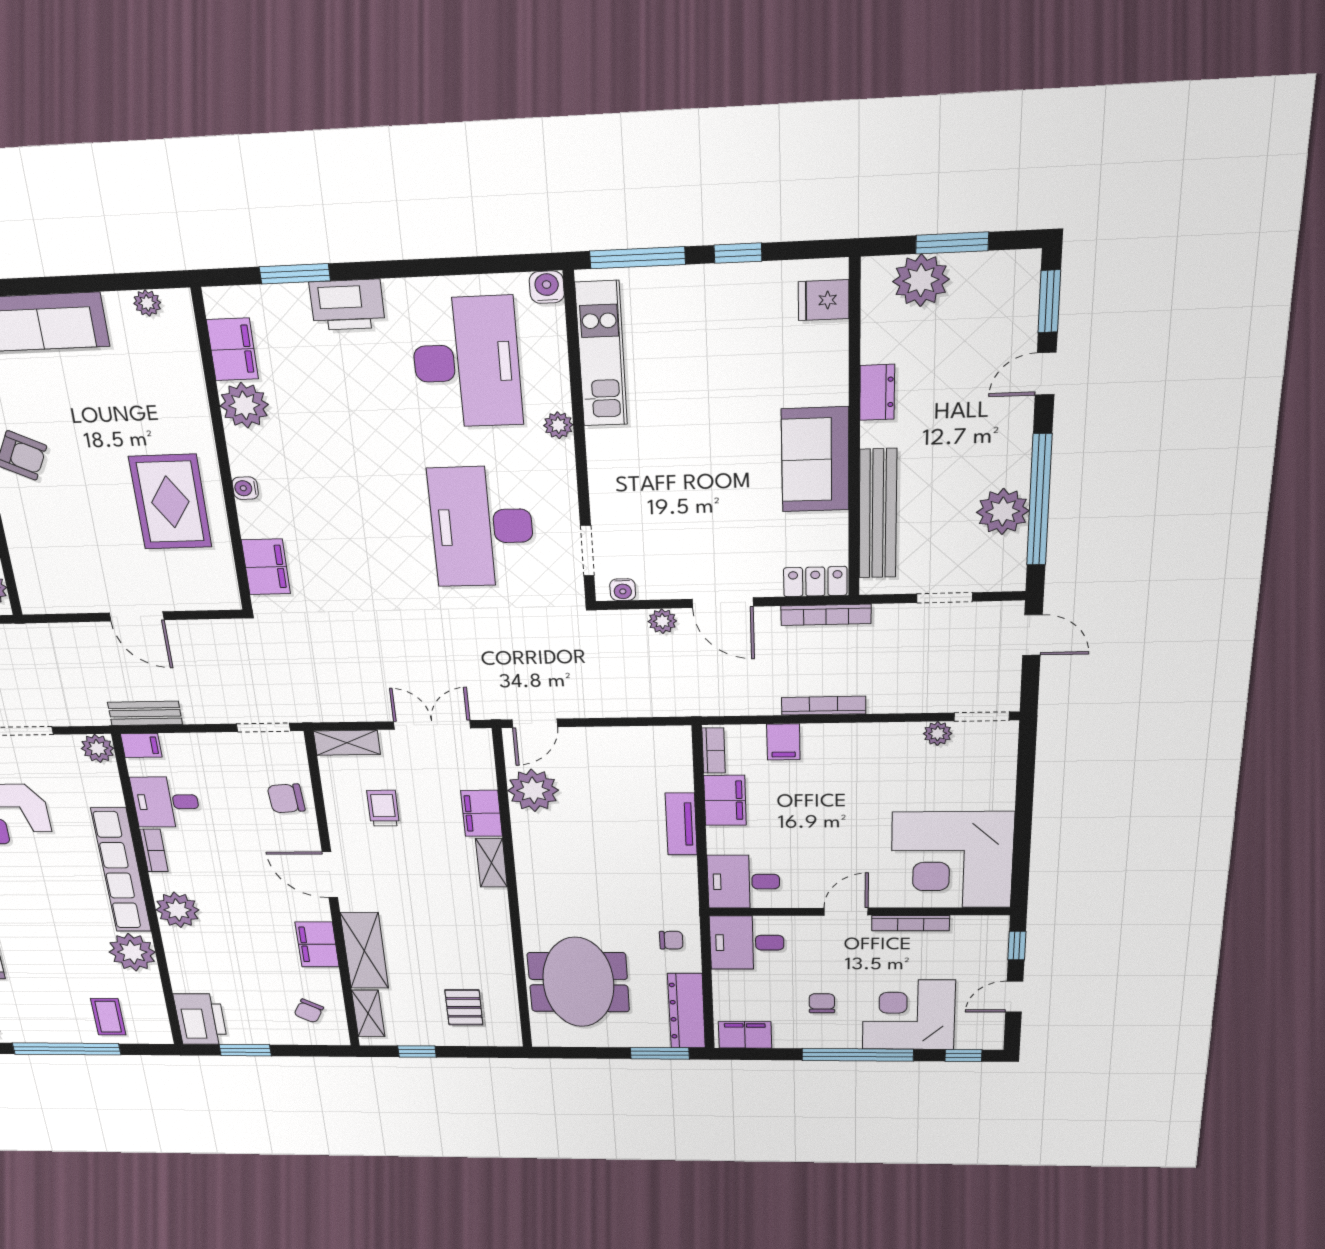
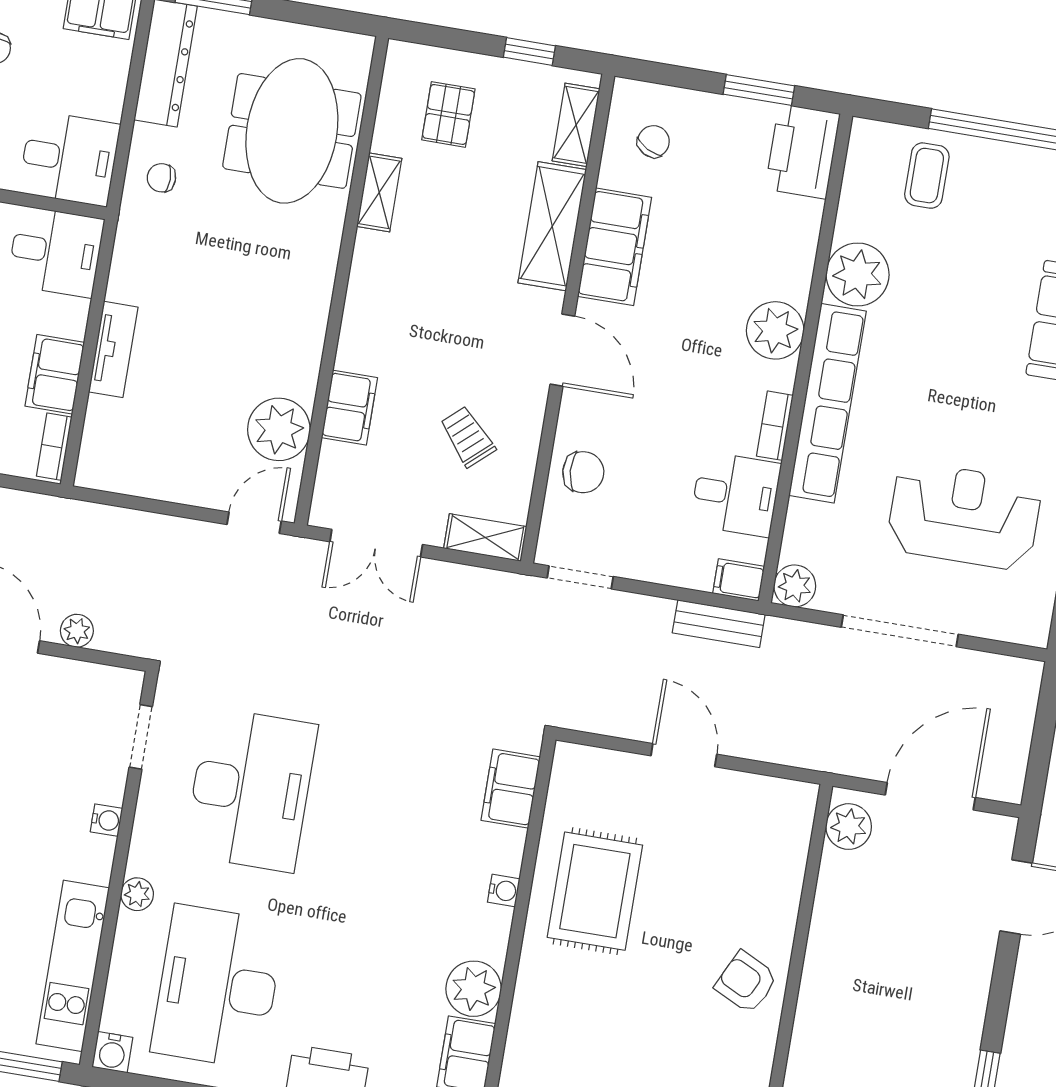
water cooler: (623, 590) -> (106, 820), moved, turned 90
trolley: (383, 808) -> (468, 437), turned 138
shelving: (491, 863) -> (379, 192), moved
filing cabinet: (317, 944) -> (615, 247), width x1.50, depth x1.17

